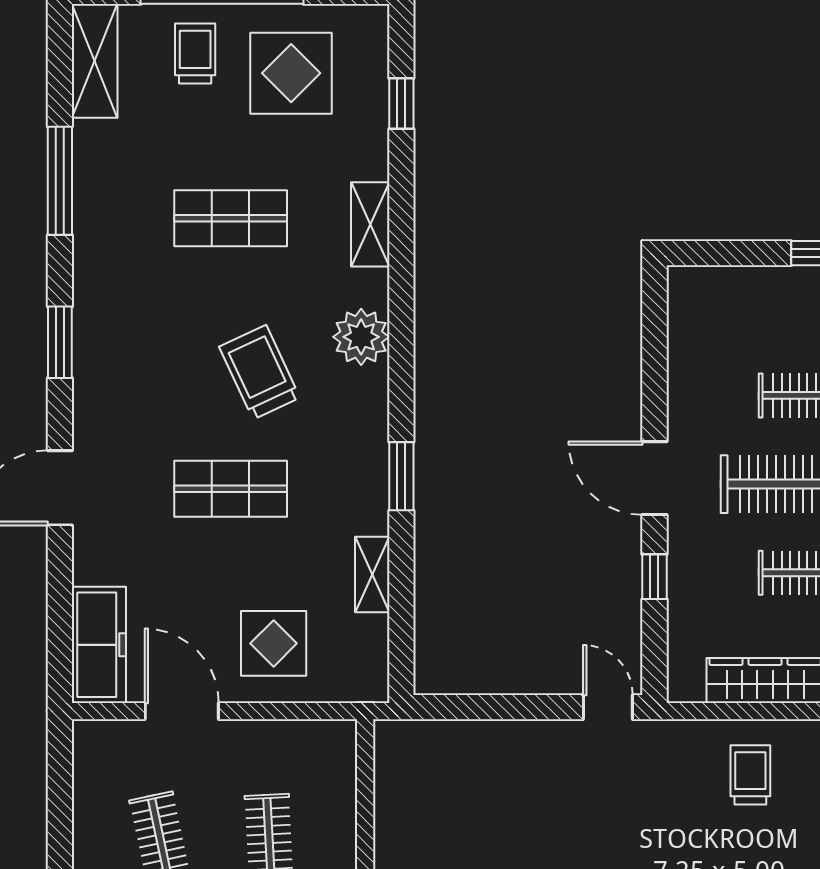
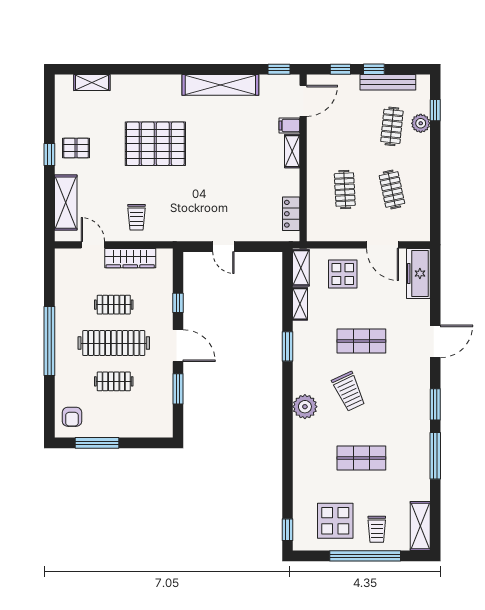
window: (401, 104) -> (288, 530), moved
window: (60, 181) -> (435, 456), moved
shelving: (370, 224) -> (301, 268), moved
window: (654, 378) -> (178, 389), added
door: (608, 707) -> (223, 247), moved
locker: (393, 783) -> (291, 214), added

